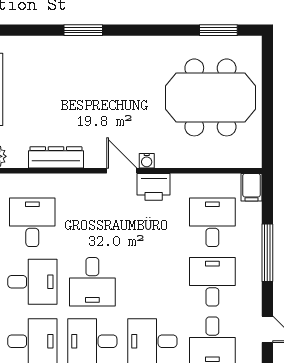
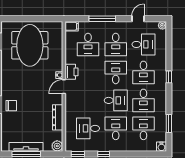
chair: (81, 58) -> (11, 106), added
desk: (212, 222) -> (88, 44), turned -90
desk: (152, 282) -> (116, 72), added
desk: (212, 282) -> (116, 44), turned -90

